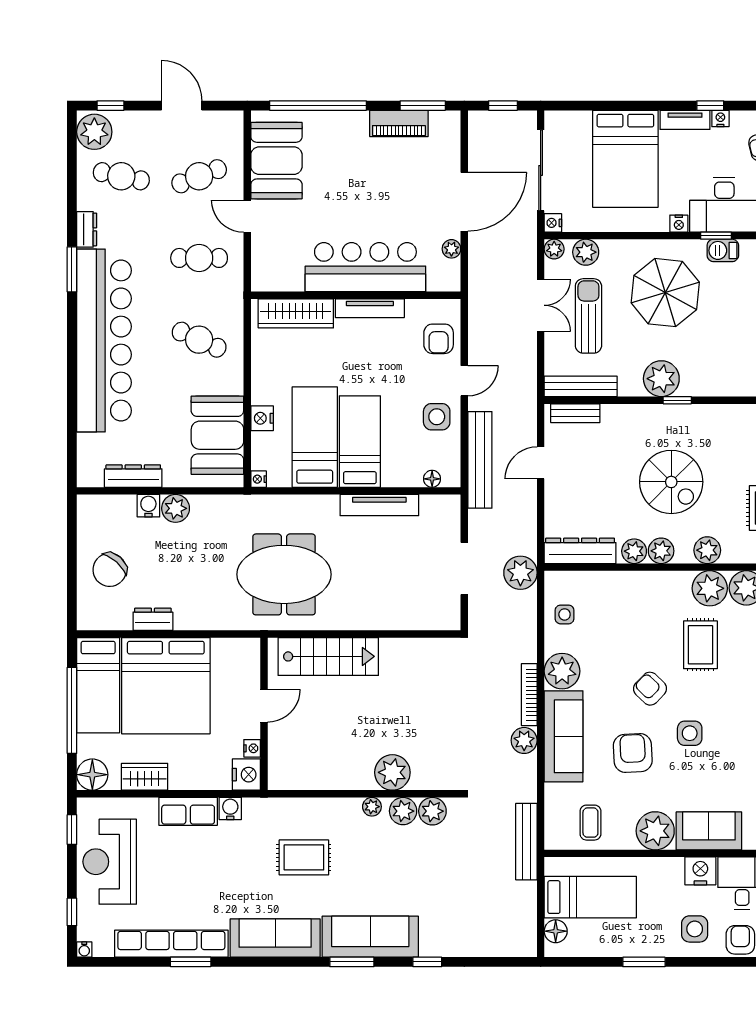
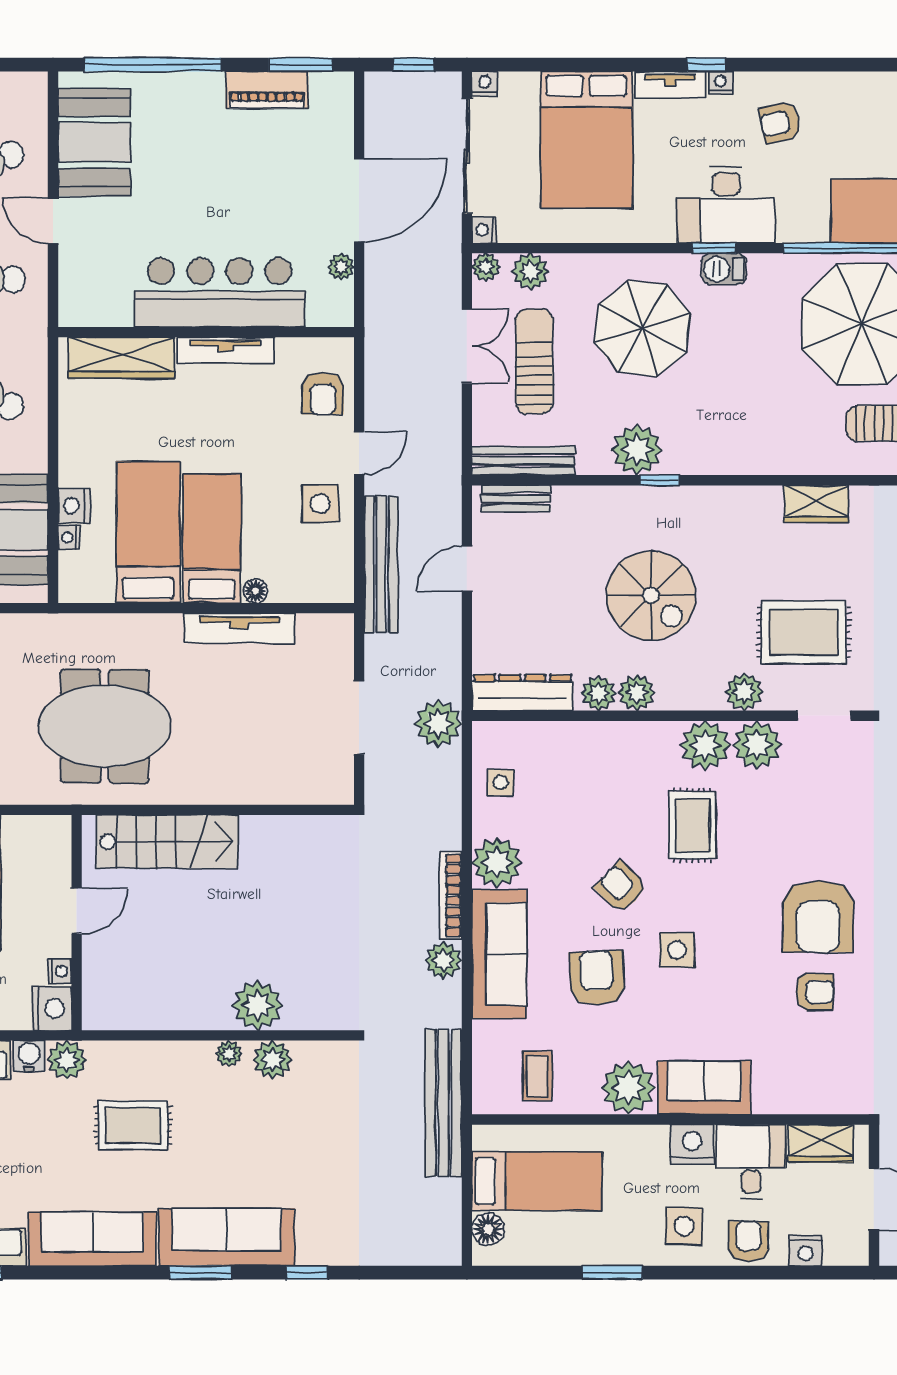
nightstand: (679, 224) -> (485, 83), moved, turned 180
nightstand: (259, 479) -> (69, 537), moved
floor lamp: (432, 479) -> (256, 591), moved
plant: (707, 550) -> (744, 692), moved
plant: (432, 811) -> (67, 1060), moved
bench: (526, 842) -> (444, 1103), width x1.37, depth x1.21

